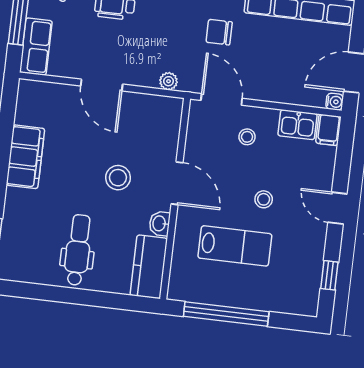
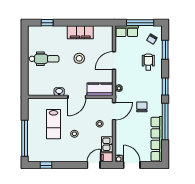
stool: (118, 178) -> (79, 58), moved
door: (337, 208) -> (94, 165), moved
kitchen counter: (149, 267) -> (100, 89), moved
window: (226, 314) -> (25, 138), moved

